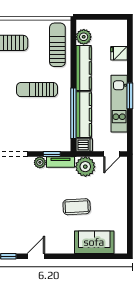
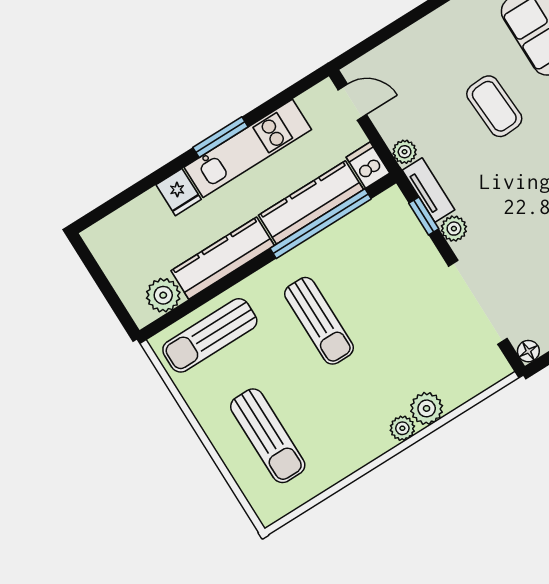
fridge: (119, 53) -> (179, 192), moved
plant: (85, 167) -> (405, 152), width x0.53, depth x0.53

